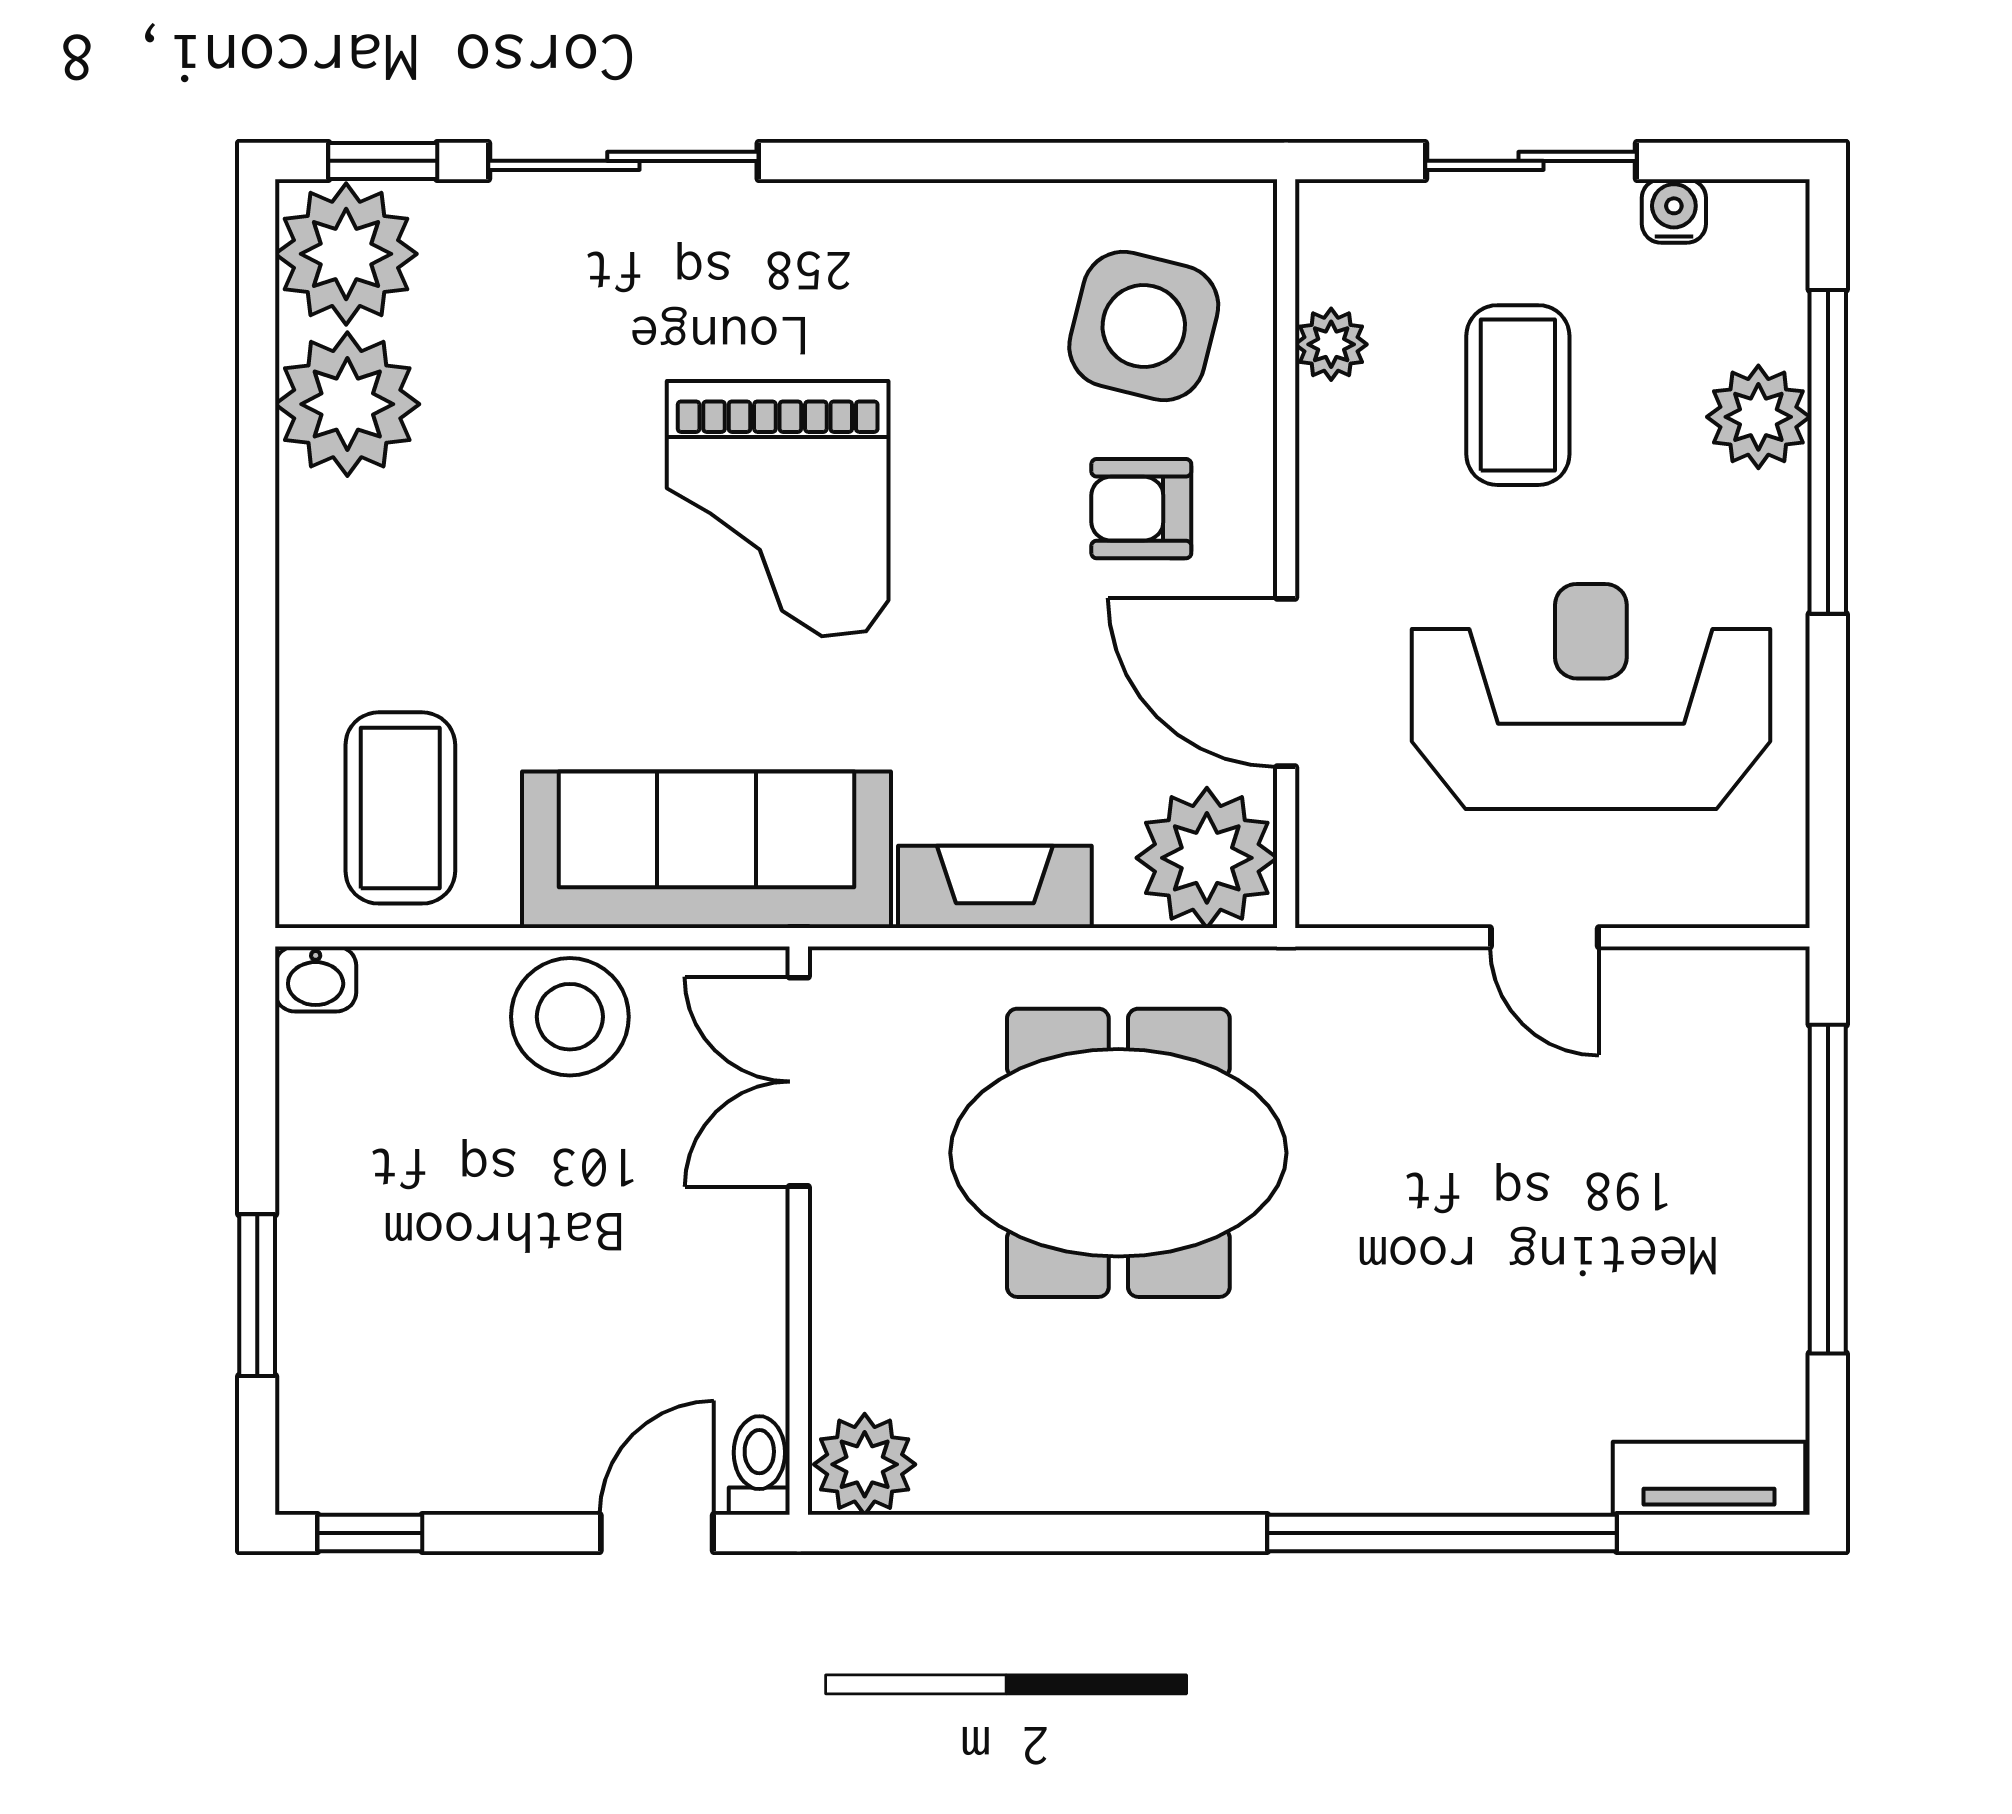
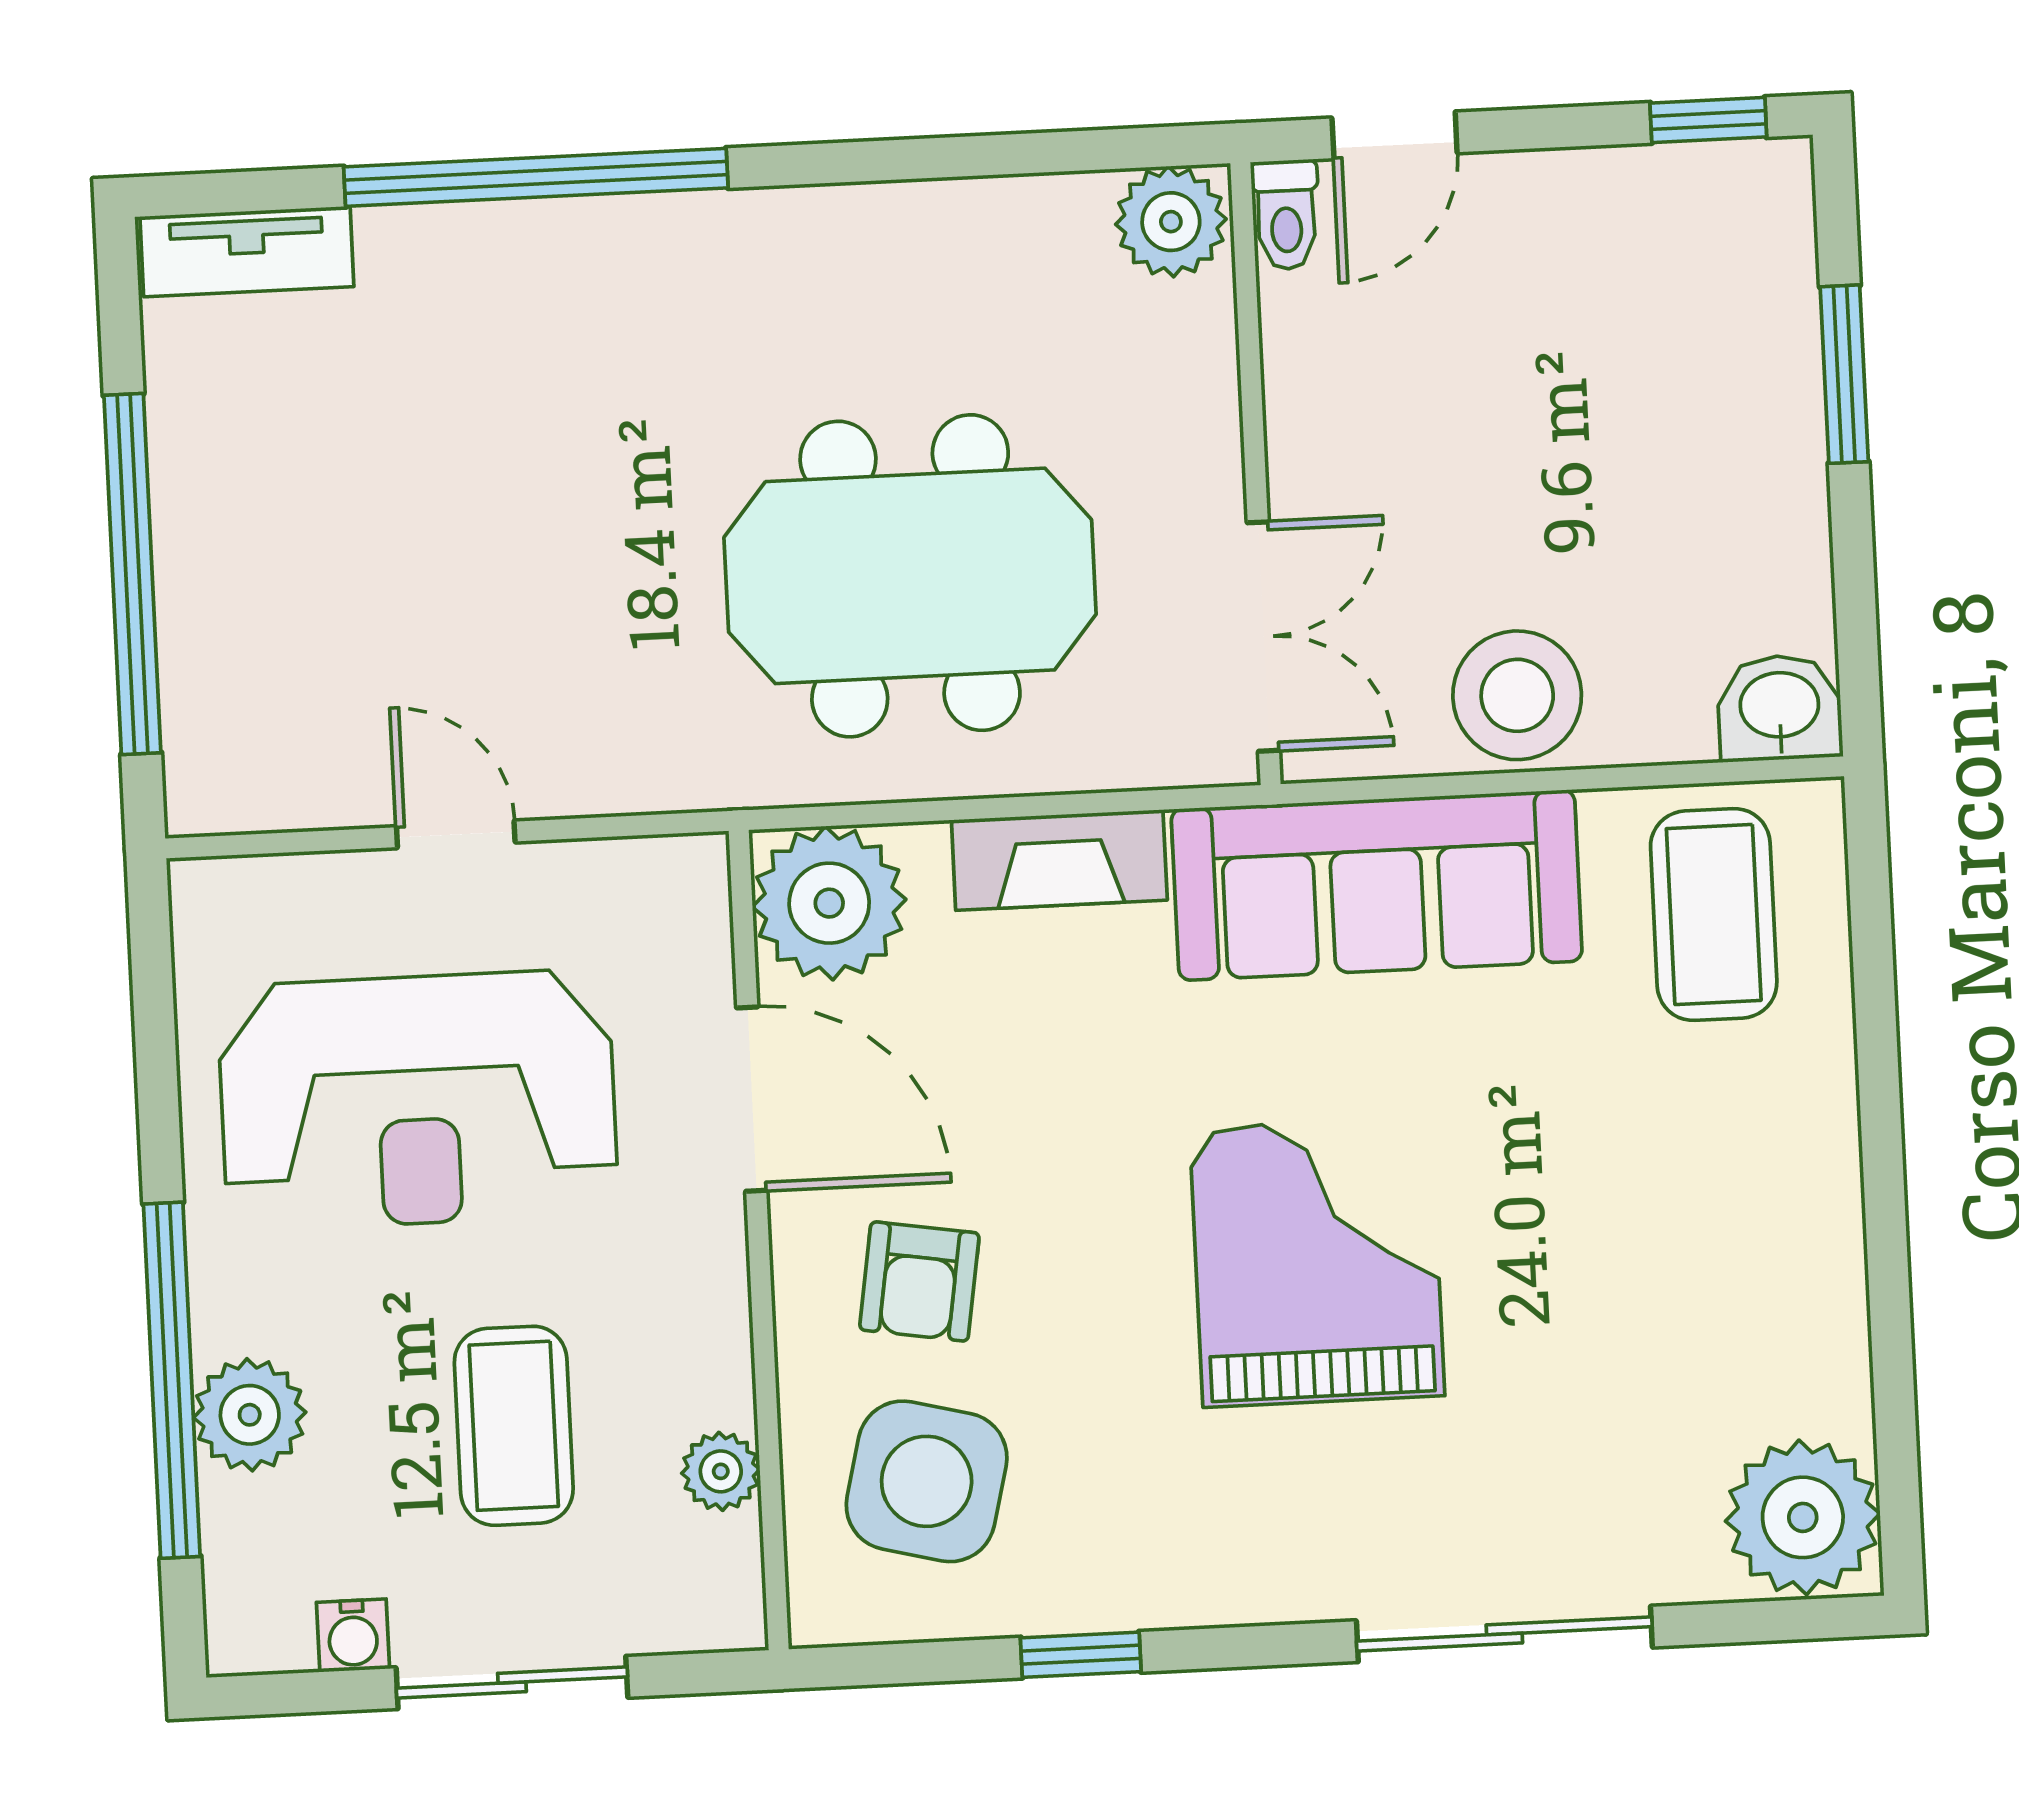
window: (383, 161) -> (1081, 1655), moved
plant: (347, 404) -> (1793, 1353), removed
armchair: (1141, 509) -> (919, 1281), turned 99
washbasin: (316, 979) -> (1780, 708), width x1.38, depth x1.45

